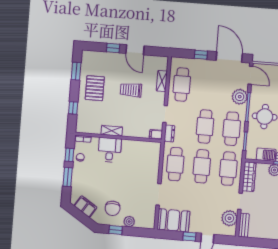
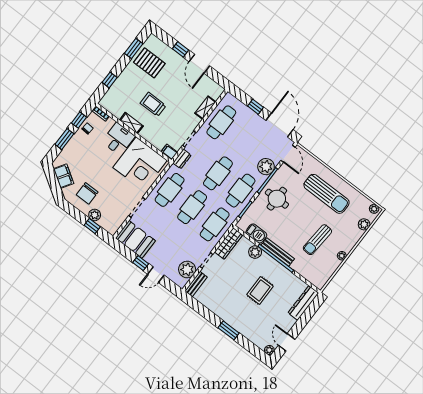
pallet: (95, 88) -> (149, 63), moved, turned 90
trolley: (131, 90) -> (153, 104), moved
corner desk: (139, 159) -> (140, 164), added
window: (116, 230) -> (92, 226), moved

